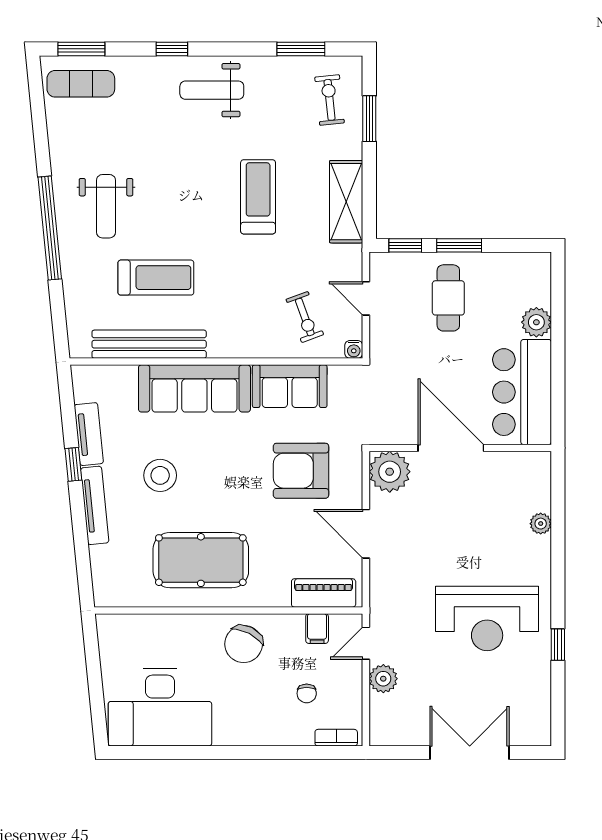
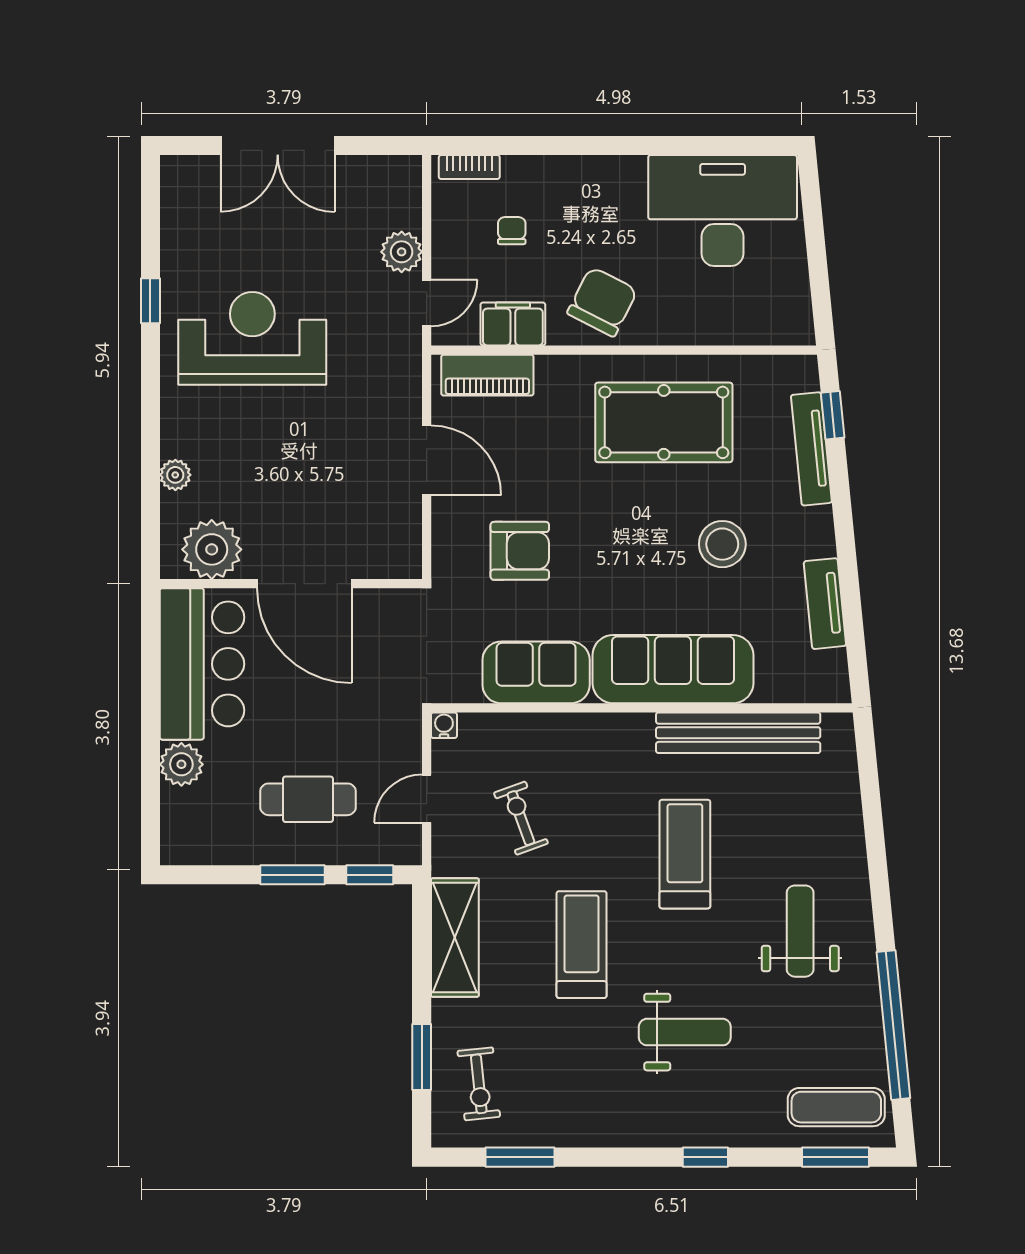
weight bench: (212, 90) -> (685, 1032), moved
treadmill: (258, 197) -> (582, 945), turned 180
window: (50, 228) -> (893, 1025), moved
treadmill: (156, 278) -> (685, 854), moved, turned 90
door: (366, 298) -> (427, 799), swing flipped
cafe table: (448, 298) -> (308, 799), turned 90
exercise bike: (305, 317) -> (521, 818), moved
window: (73, 464) -> (833, 415), moved
armchair: (301, 471) -> (520, 551), width x0.73, depth x0.73
plant: (390, 472) -> (212, 549), moved
tv unit: (95, 505) -> (811, 449), moved
filing cabinet: (317, 629) -> (513, 324), width x2.00

